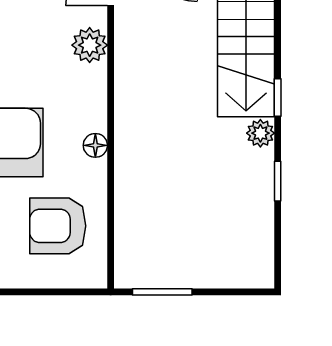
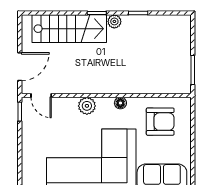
plant: (90, 45) -> (87, 106), moved
armchair: (58, 226) -> (160, 122), turned -90

